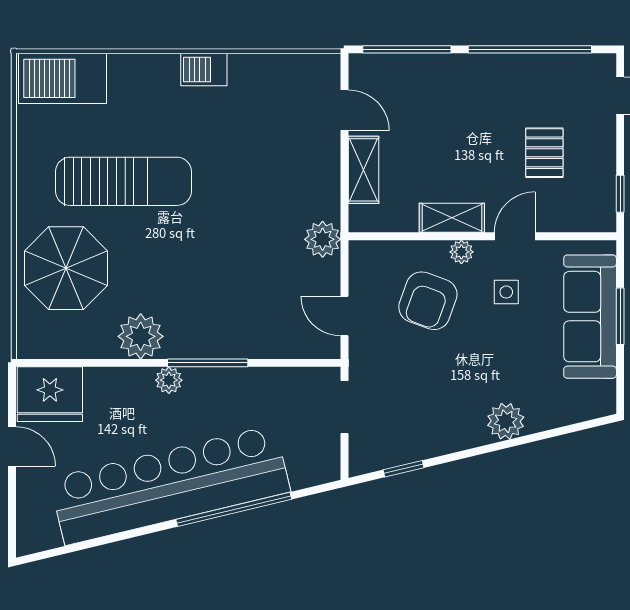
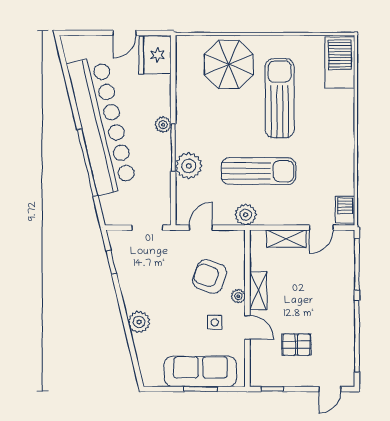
barbecue: (204, 70) -> (345, 210), moved
sun lounger: (123, 181) -> (280, 98), turned 180
sun lounger: (248, 217) -> (259, 171), added
plant: (141, 336) -> (189, 166), moved

